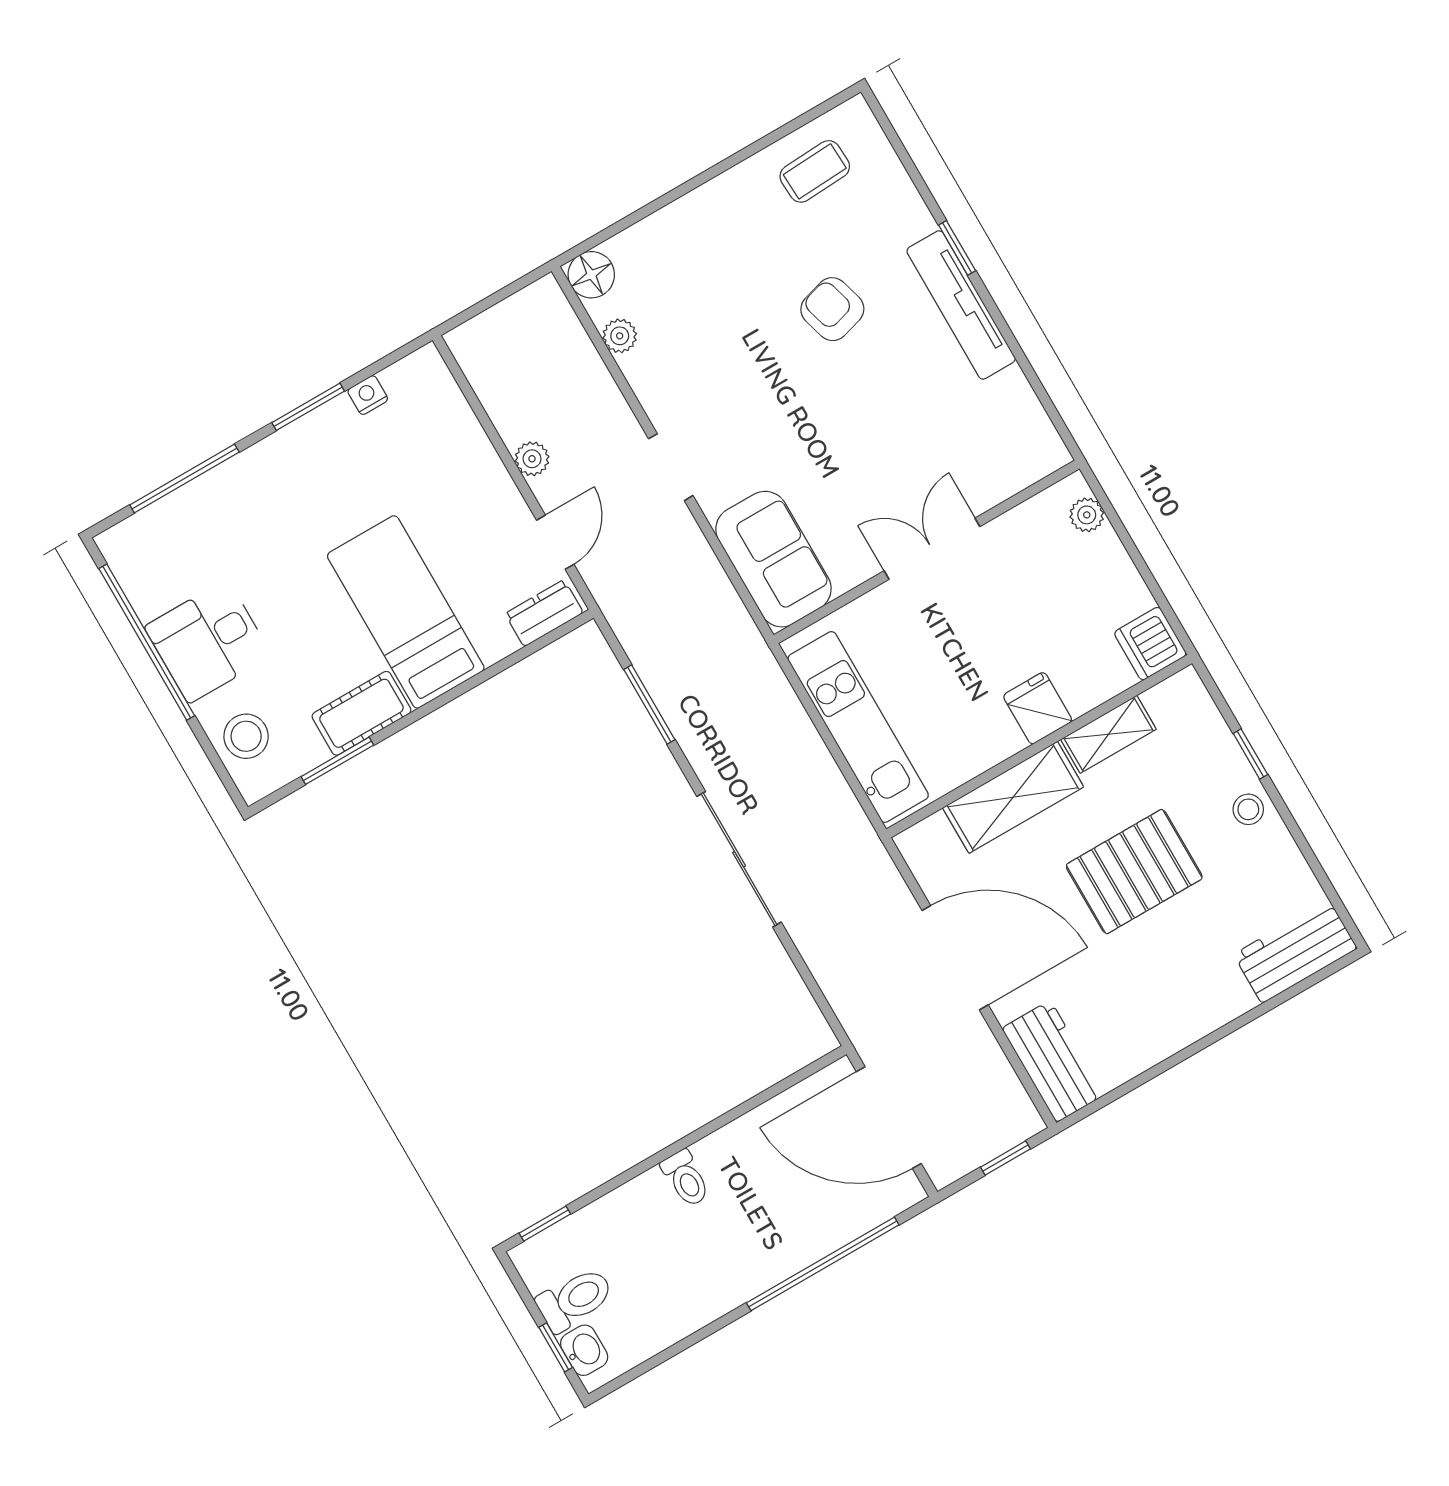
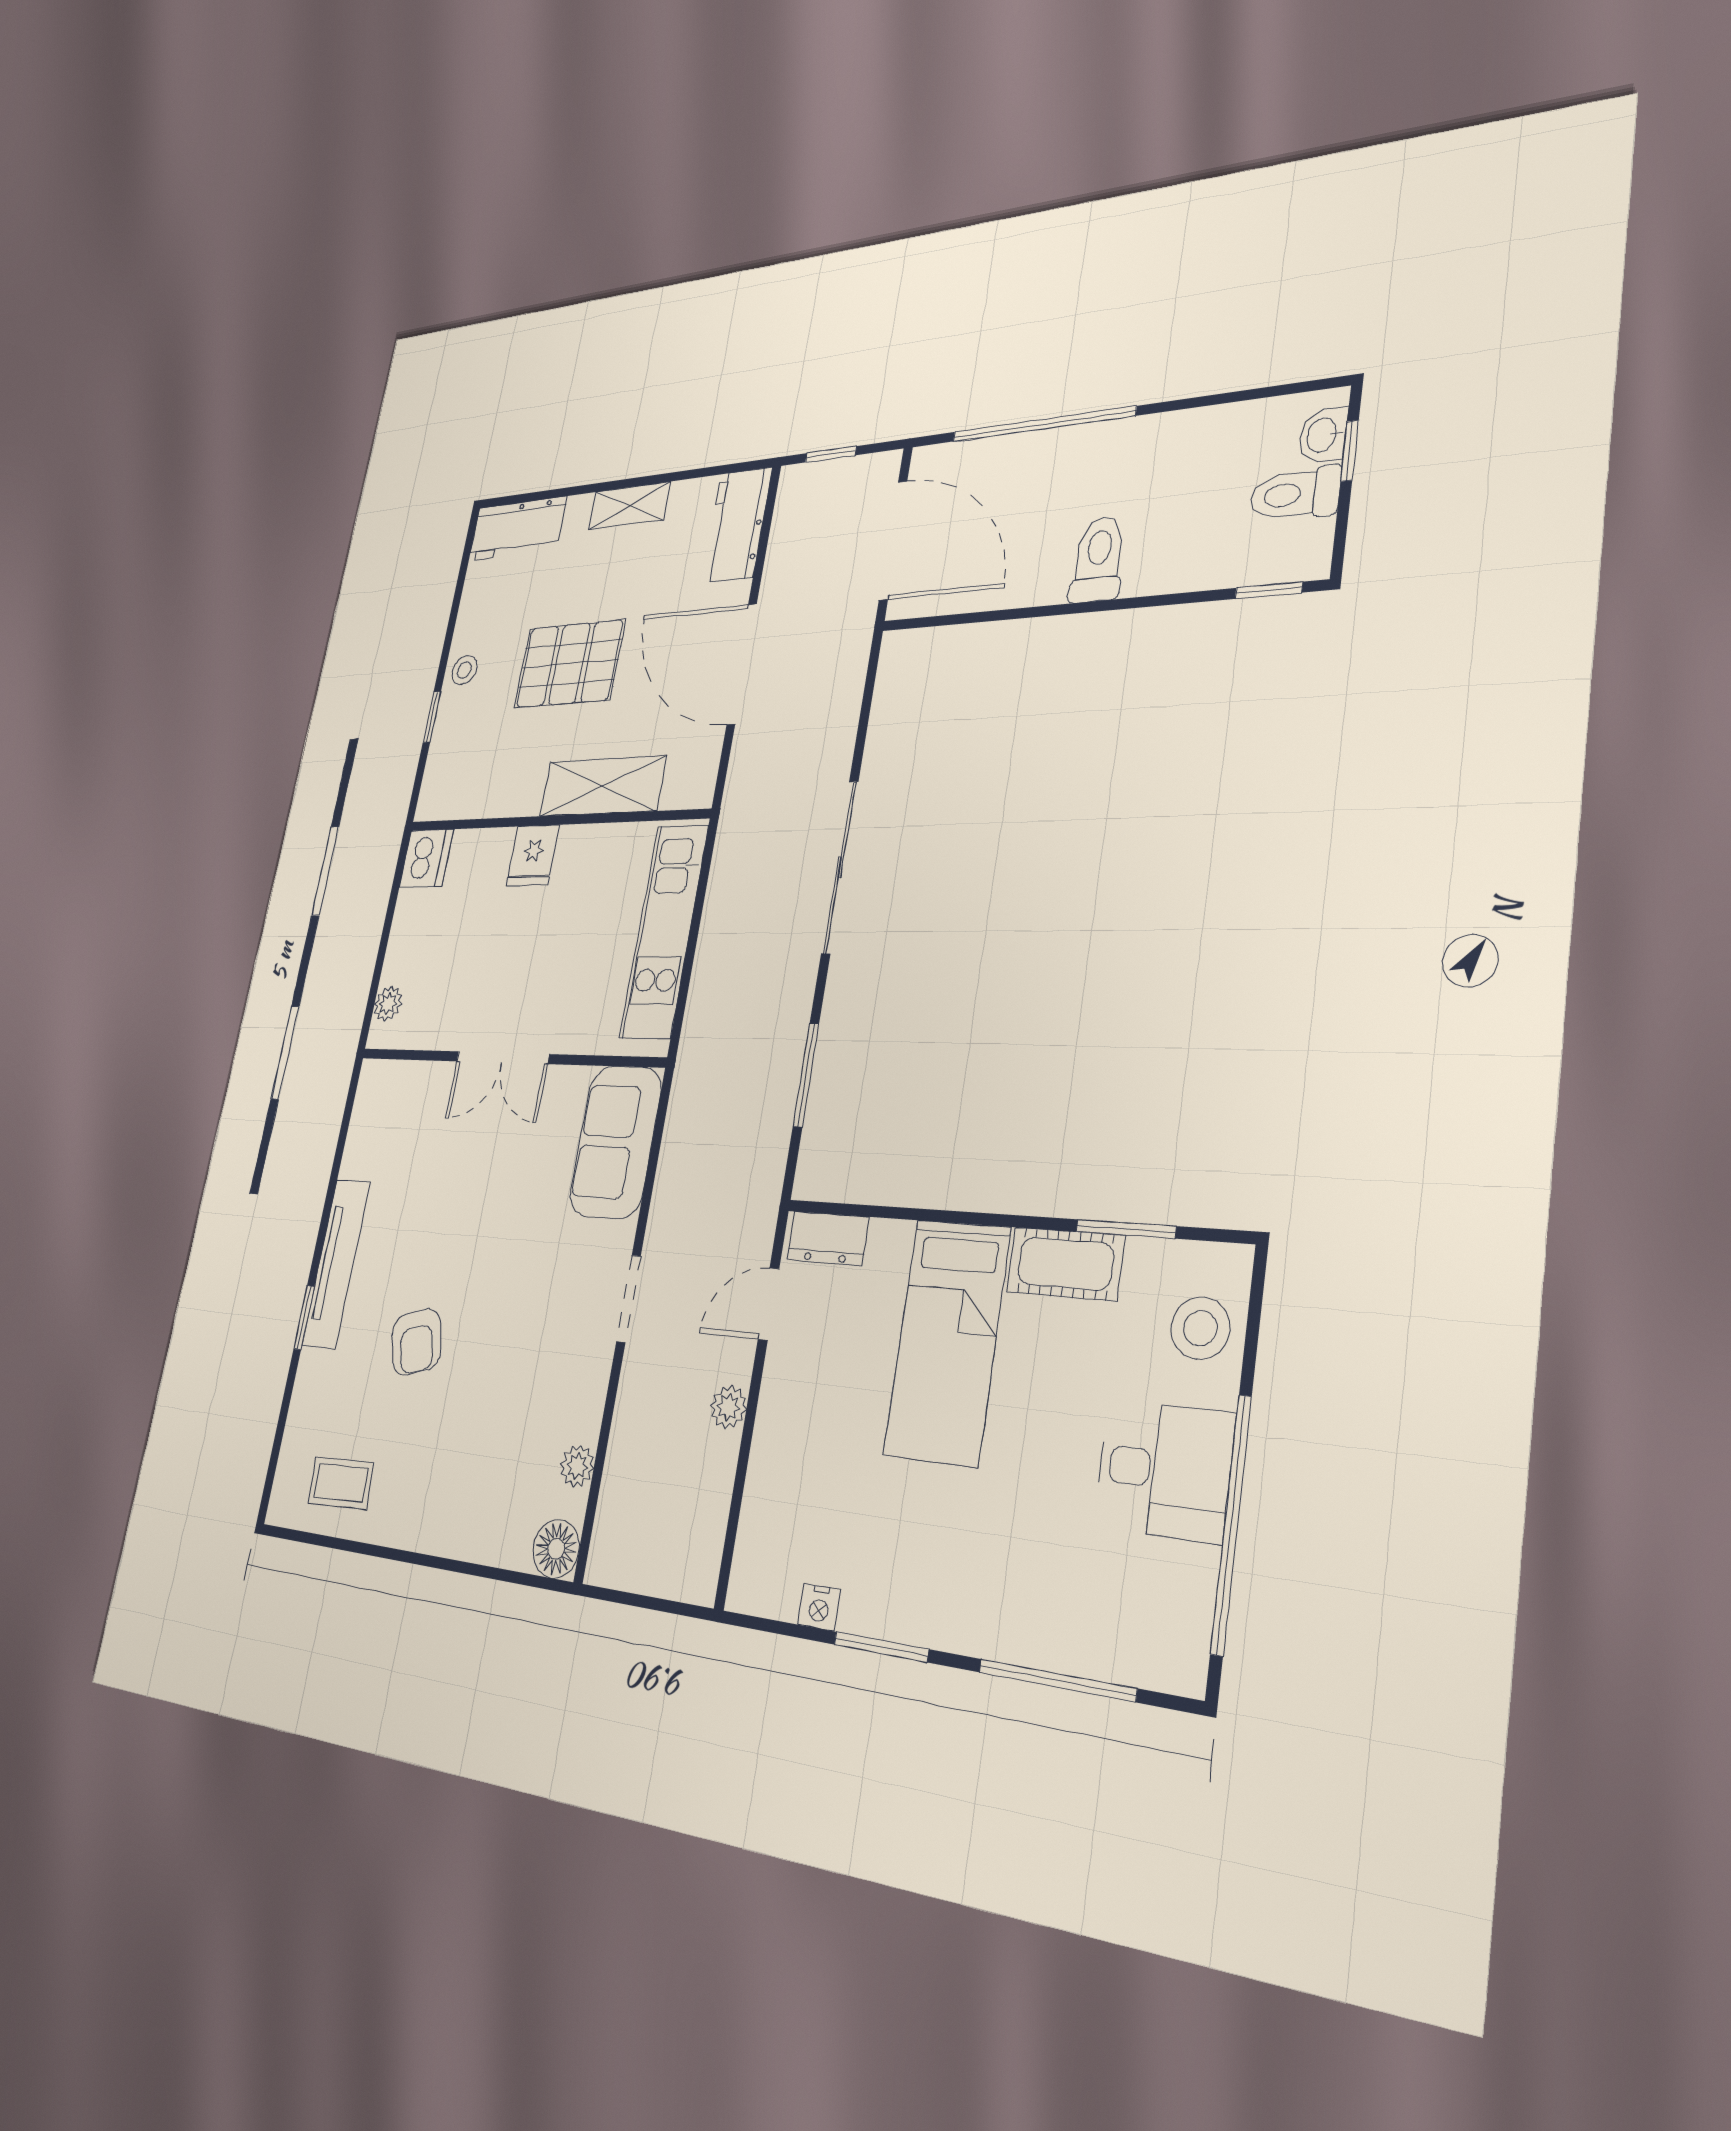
shelving: (1108, 734) -> (629, 506), moved
toilet: (686, 1178) -> (1098, 559), width x1.37, depth x1.39

